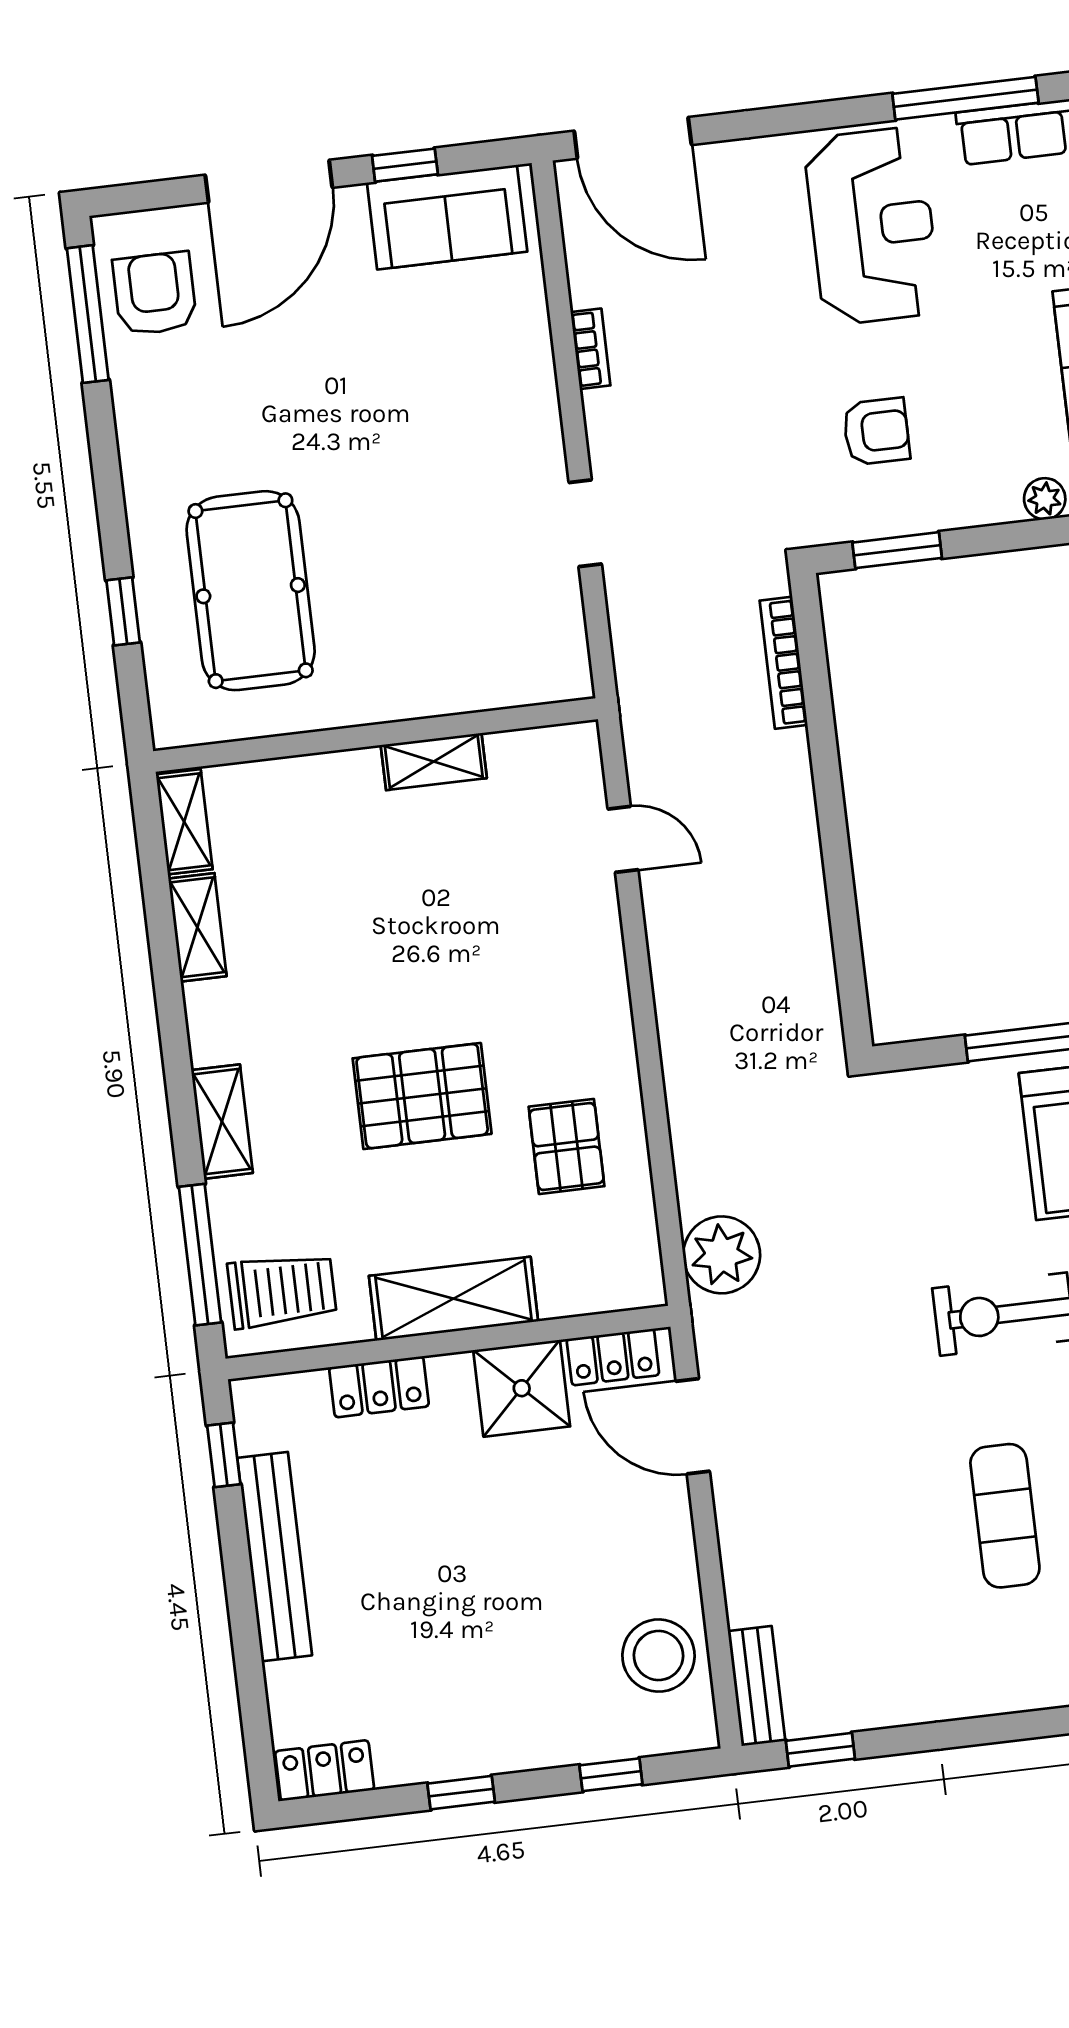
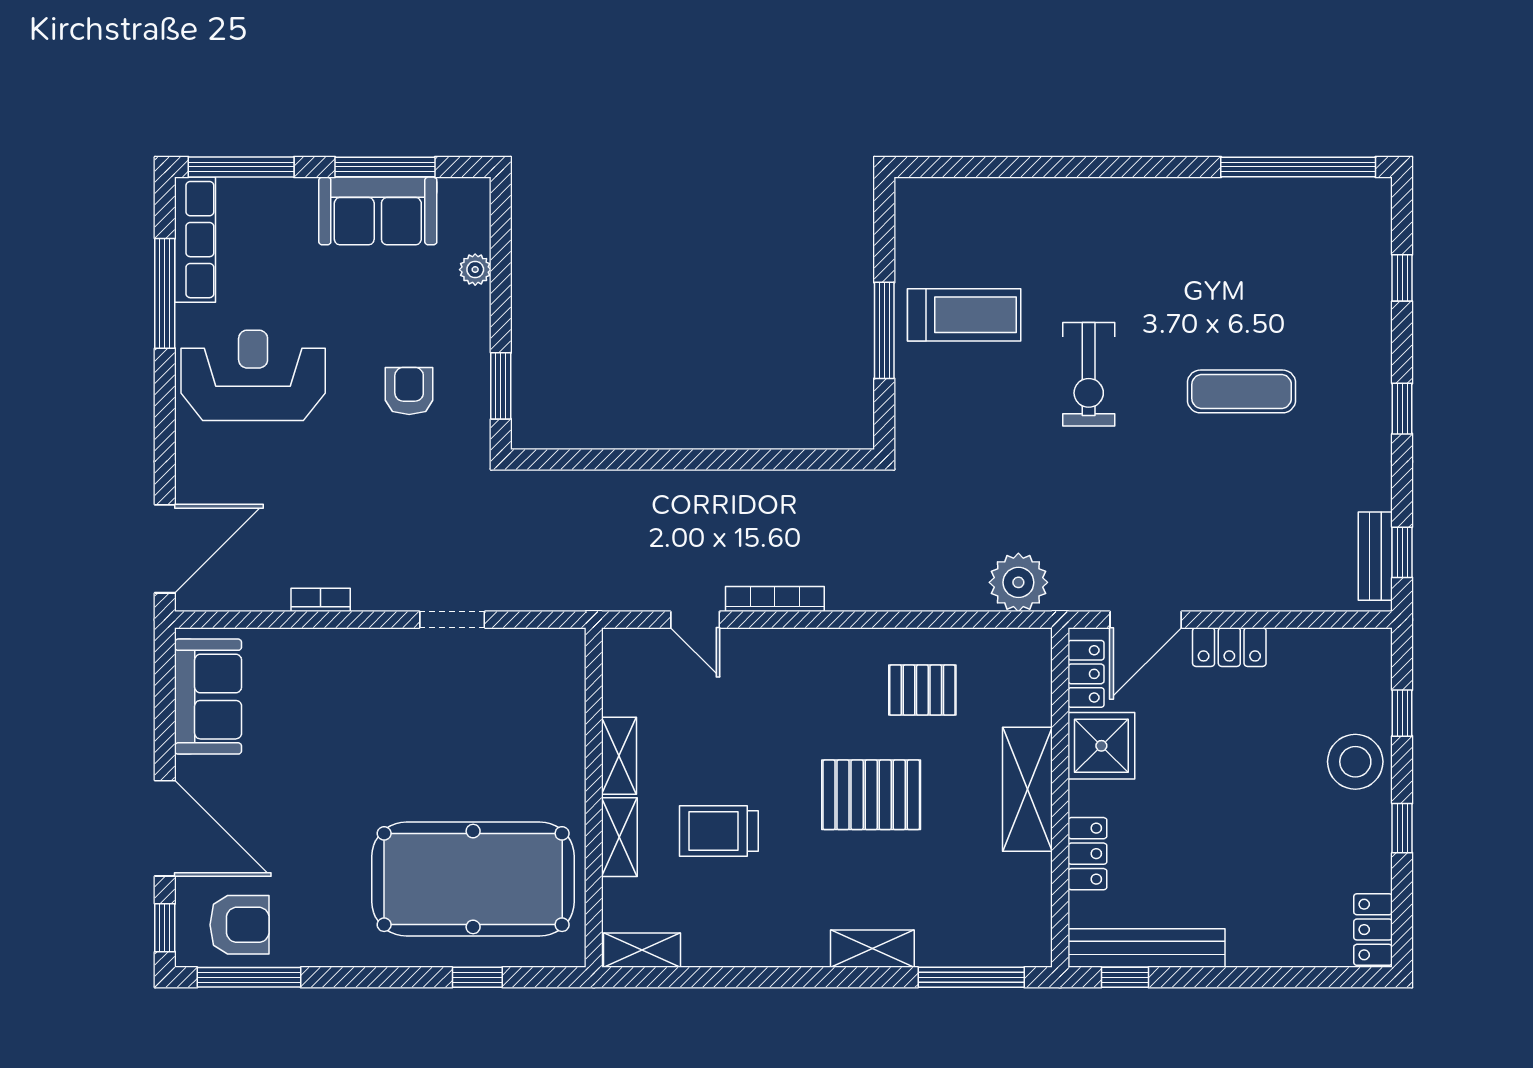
window: (405, 165) -> (165, 928), moved
armchair: (155, 294) -> (240, 925), turned 180
pool table: (251, 591) -> (473, 879), width x1.36, depth x1.32
bookcase: (784, 663) -> (775, 599), moved, turned 180
door: (623, 839) -> (695, 620), swing flipped
shelving: (197, 927) -> (619, 837), moved, turned 90
pallet: (422, 1096) -> (871, 795), turned 90
trolley: (282, 1290) -> (719, 831), moved, turned -90
locker: (670, 1539) -> (1229, 647), added
bench: (275, 1557) -> (1147, 948), moved
stool: (658, 1656) -> (1355, 762), moved
bench: (757, 1686) -> (1375, 556), moved, turned 90
window: (1007, 1727) -> (1402, 409), added

